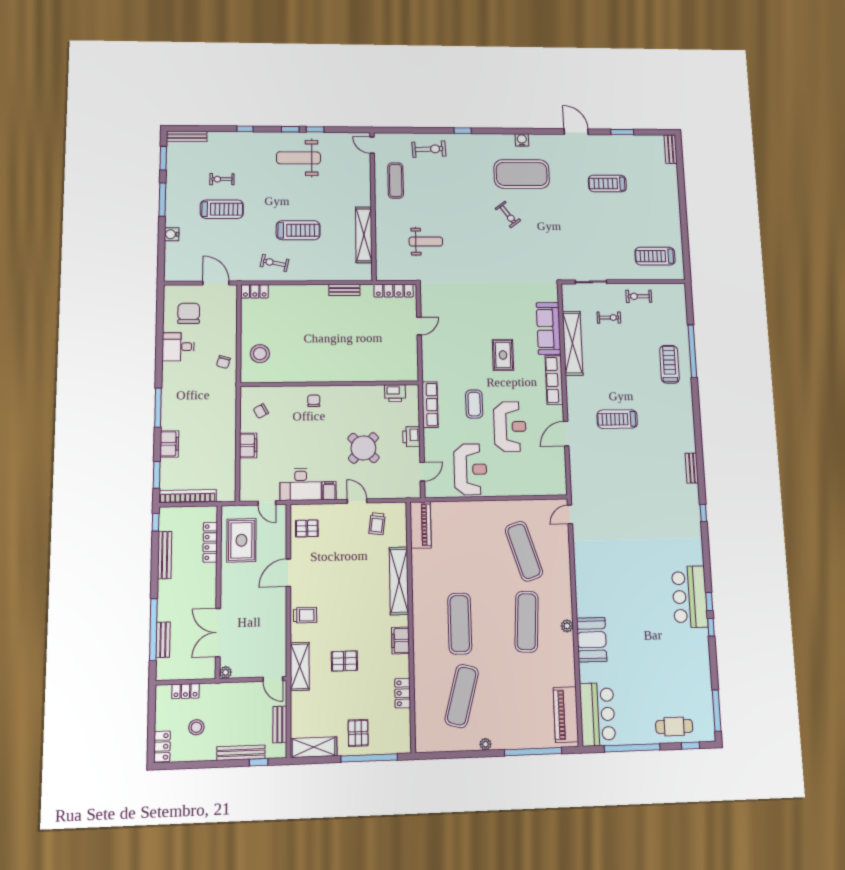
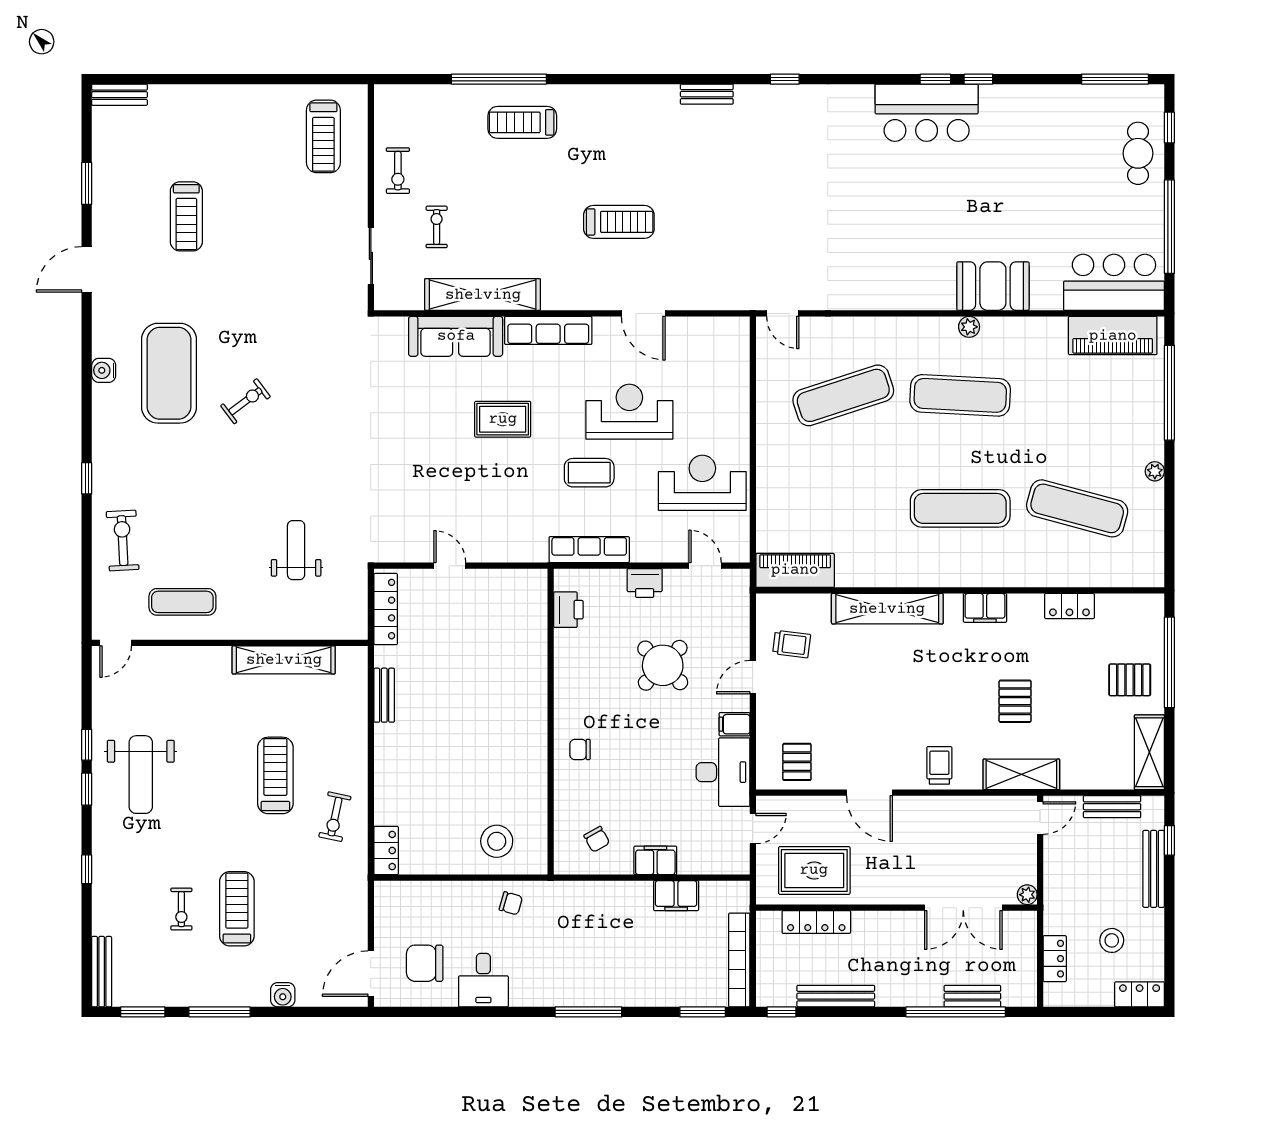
door: (216, 283) -> (371, 974), moved
treadmill: (617, 419) -> (619, 222), turned -90
filing cabinet: (169, 444) -> (676, 896), moved, turned 180

